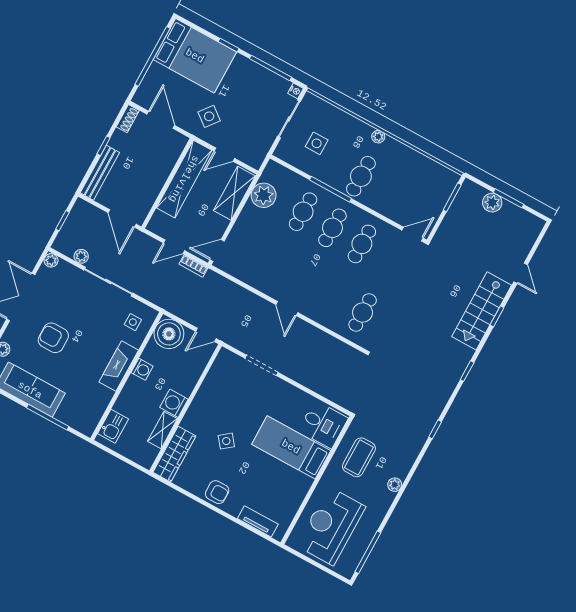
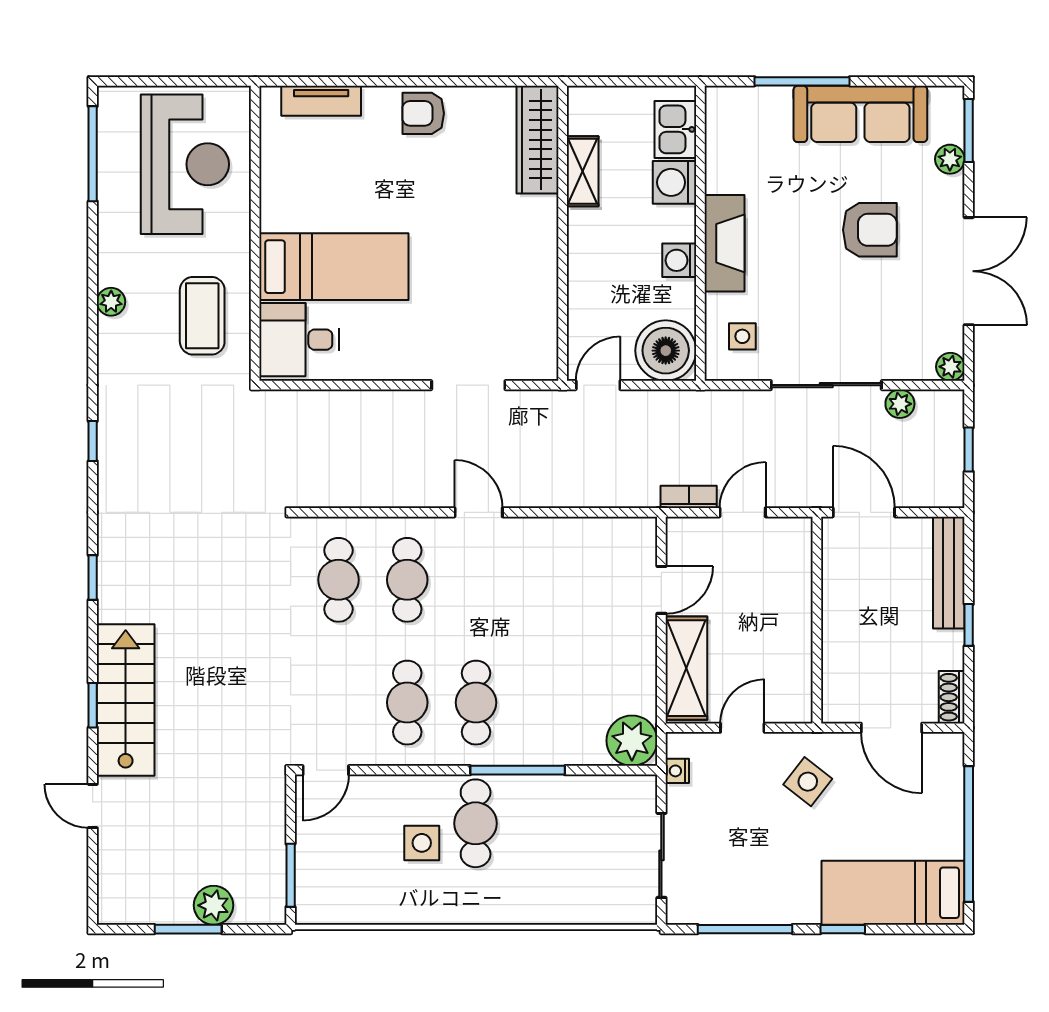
bed: (195, 56) -> (893, 893), width x0.67
nightstand: (296, 91) -> (677, 771), moved
plant: (378, 137) -> (483, 912), removed
side table: (317, 143) -> (422, 843), moved
shelving: (184, 179) -> (791, 644), removed
plant: (264, 195) -> (632, 741), moved
cafe table: (303, 212) -> (407, 580), moved
door: (217, 250) -> (661, 590), moved
washing machine: (174, 403) -> (674, 182), moved, turned 180
side table: (226, 441) -> (457, 214), removed

